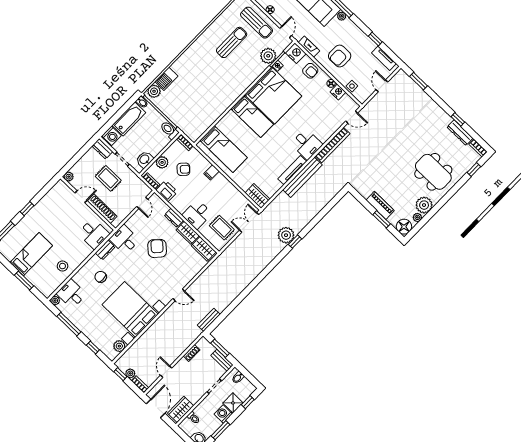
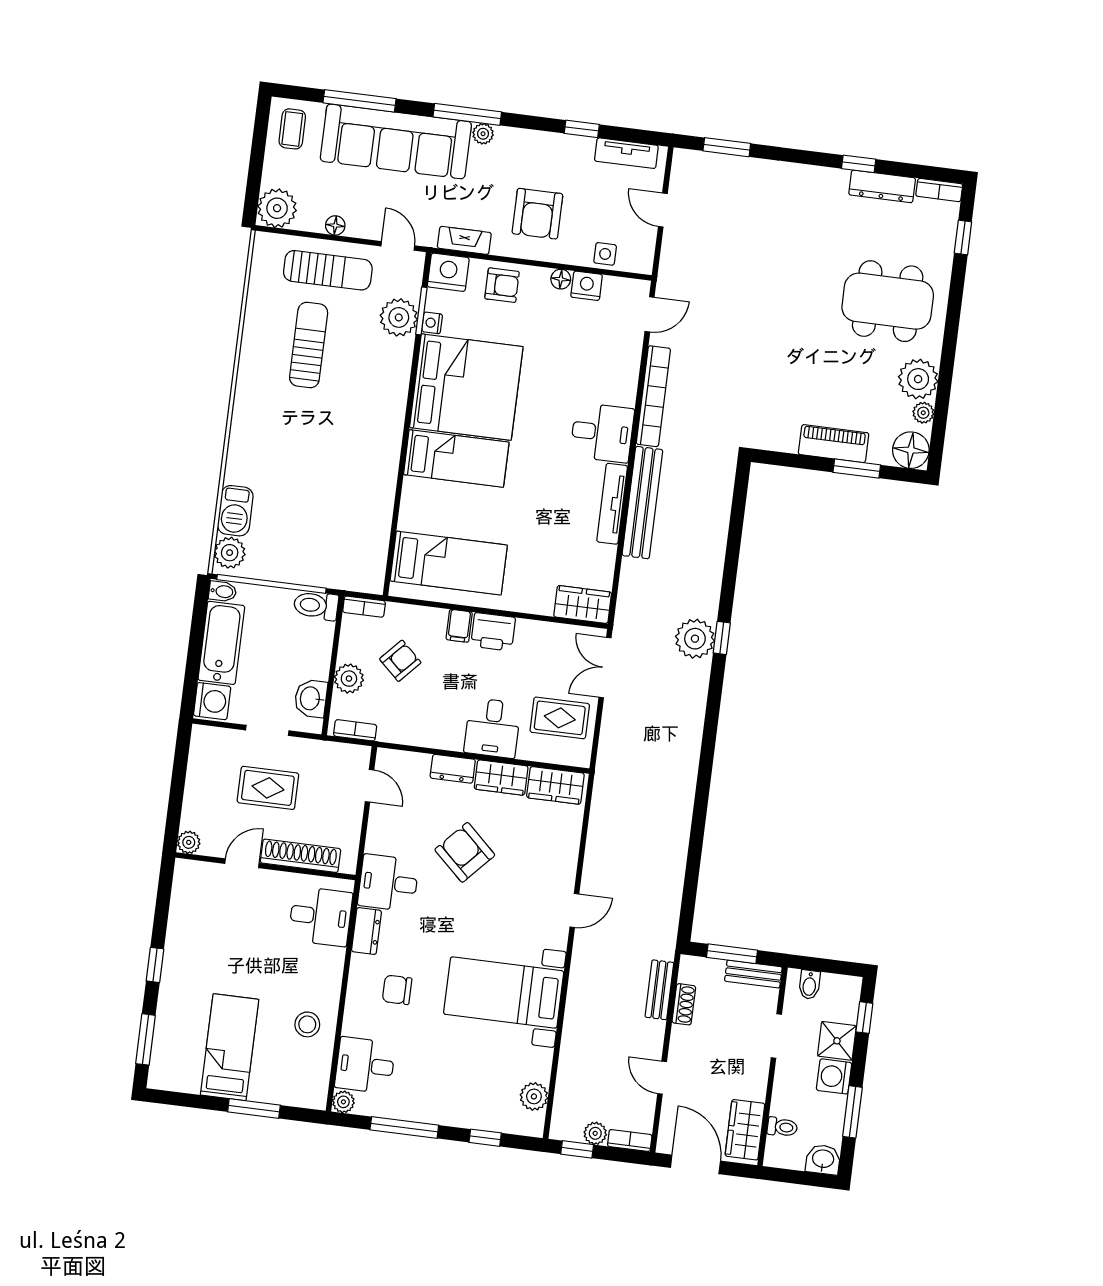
dresser: (102, 149) -> (214, 739), removed
printer: (167, 191) -> (493, 632), moved, turned 180
bed with nightstands: (130, 309) -> (504, 993), width x0.73
bench: (209, 320) -> (659, 990), moved

